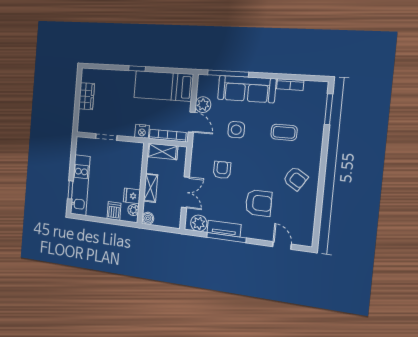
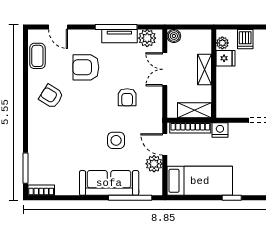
bookcase: (290, 85) -> (41, 190), moved
coffee table: (284, 132) -> (37, 56), moved, turned 90
boiler: (148, 218) -> (174, 36), moved

